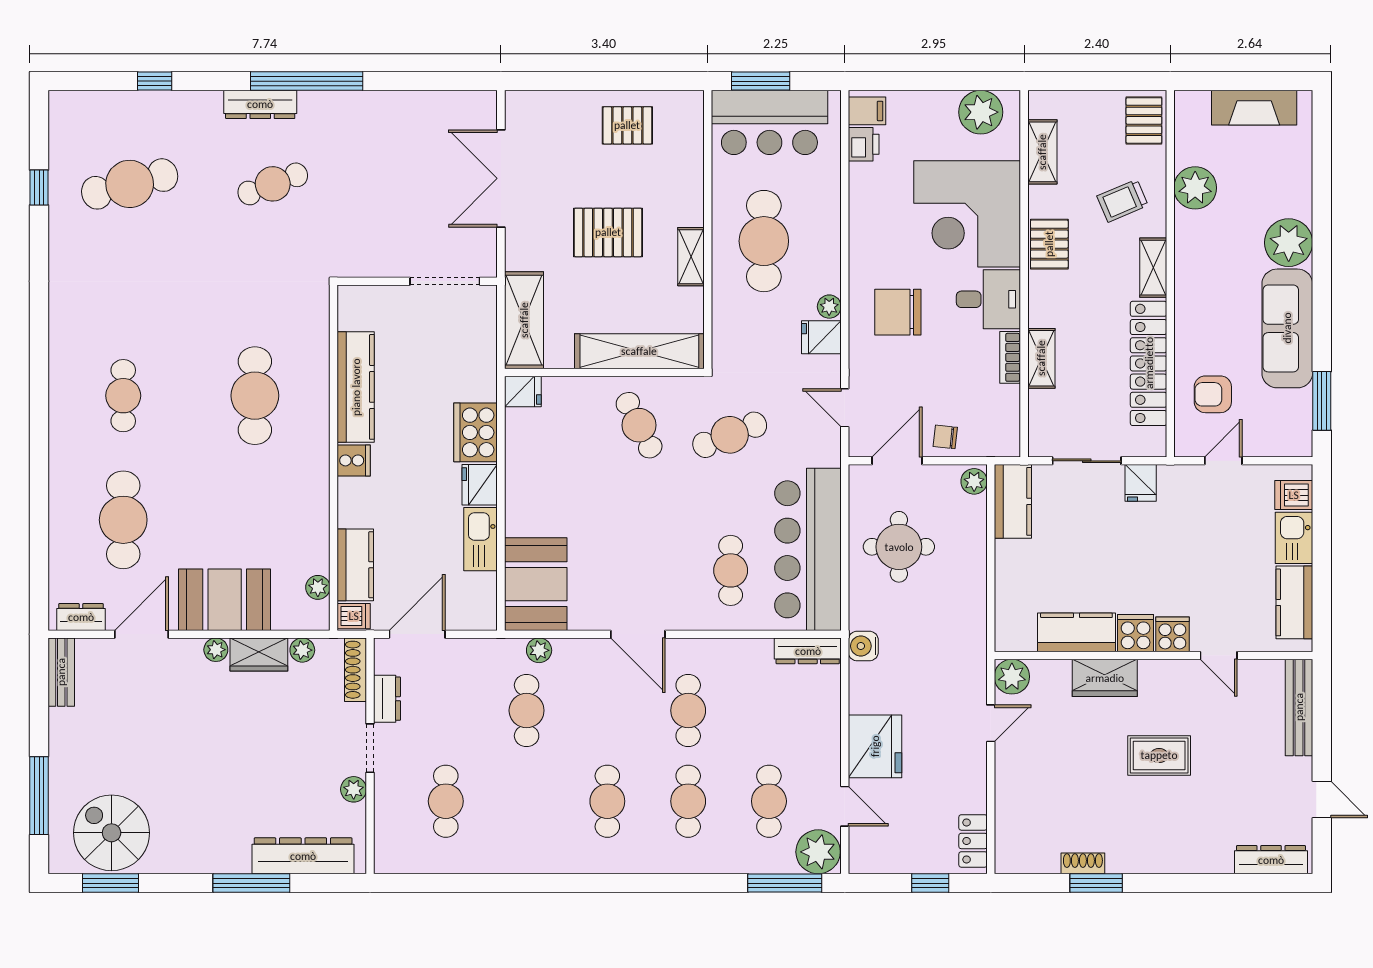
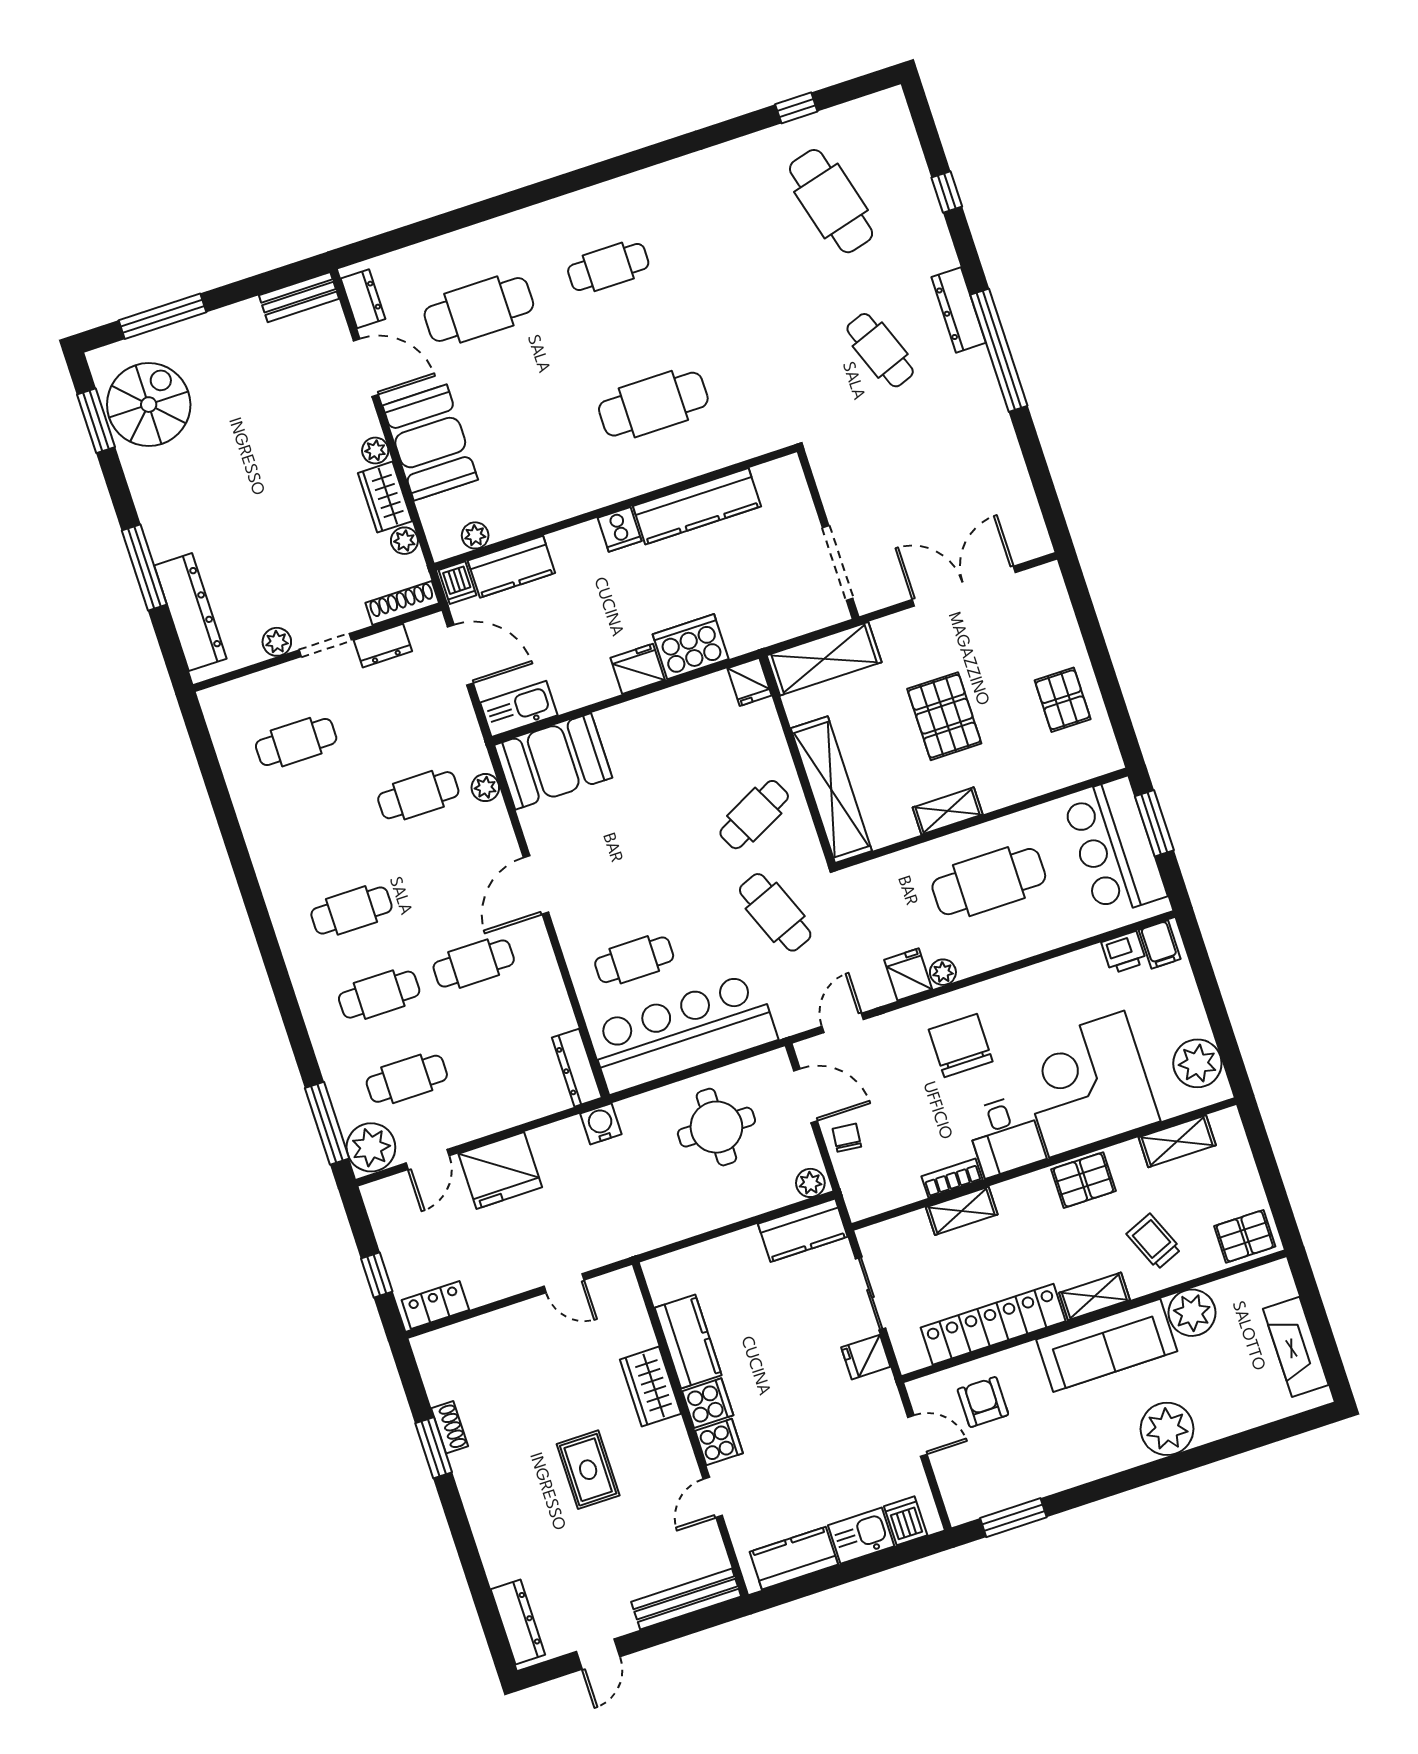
sofa: (1287, 328) -> (1107, 1345), moved, turned 180
kitchen sink: (481, 539) -> (519, 709), moved
plant: (1012, 677) -> (620, 1289), removed

